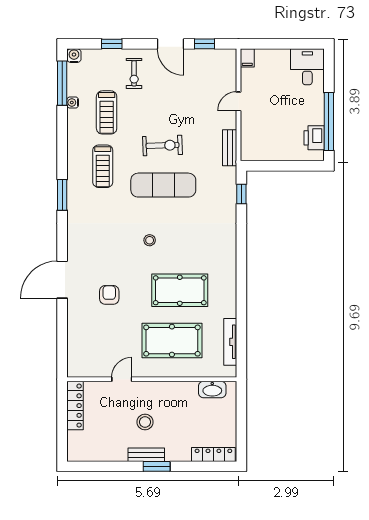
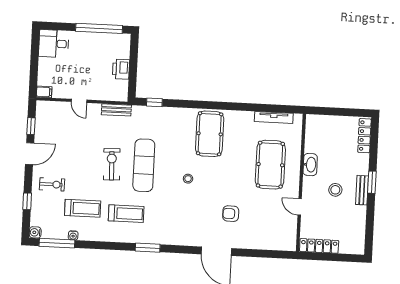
printer: (314, 138) -> (121, 69), moved, turned 90
pool table: (180, 290) -> (210, 134), moved
washbasin: (212, 389) -> (310, 165), moved

